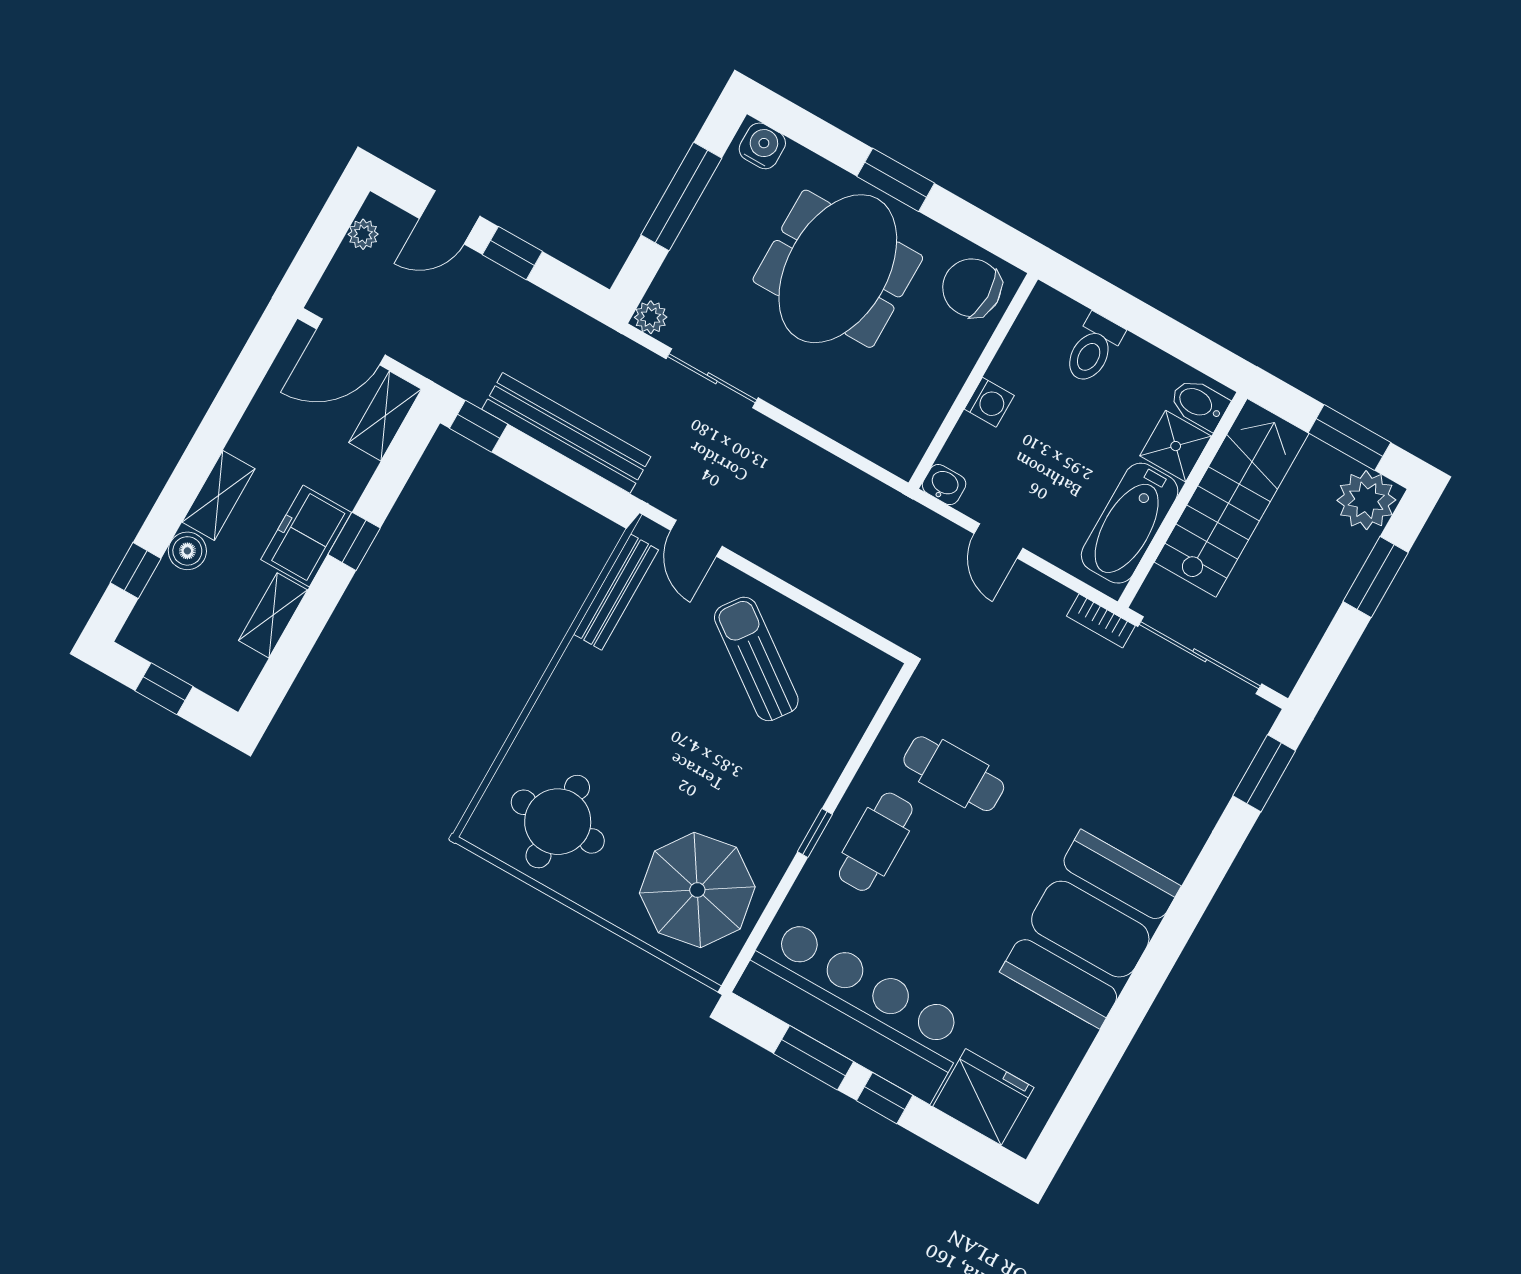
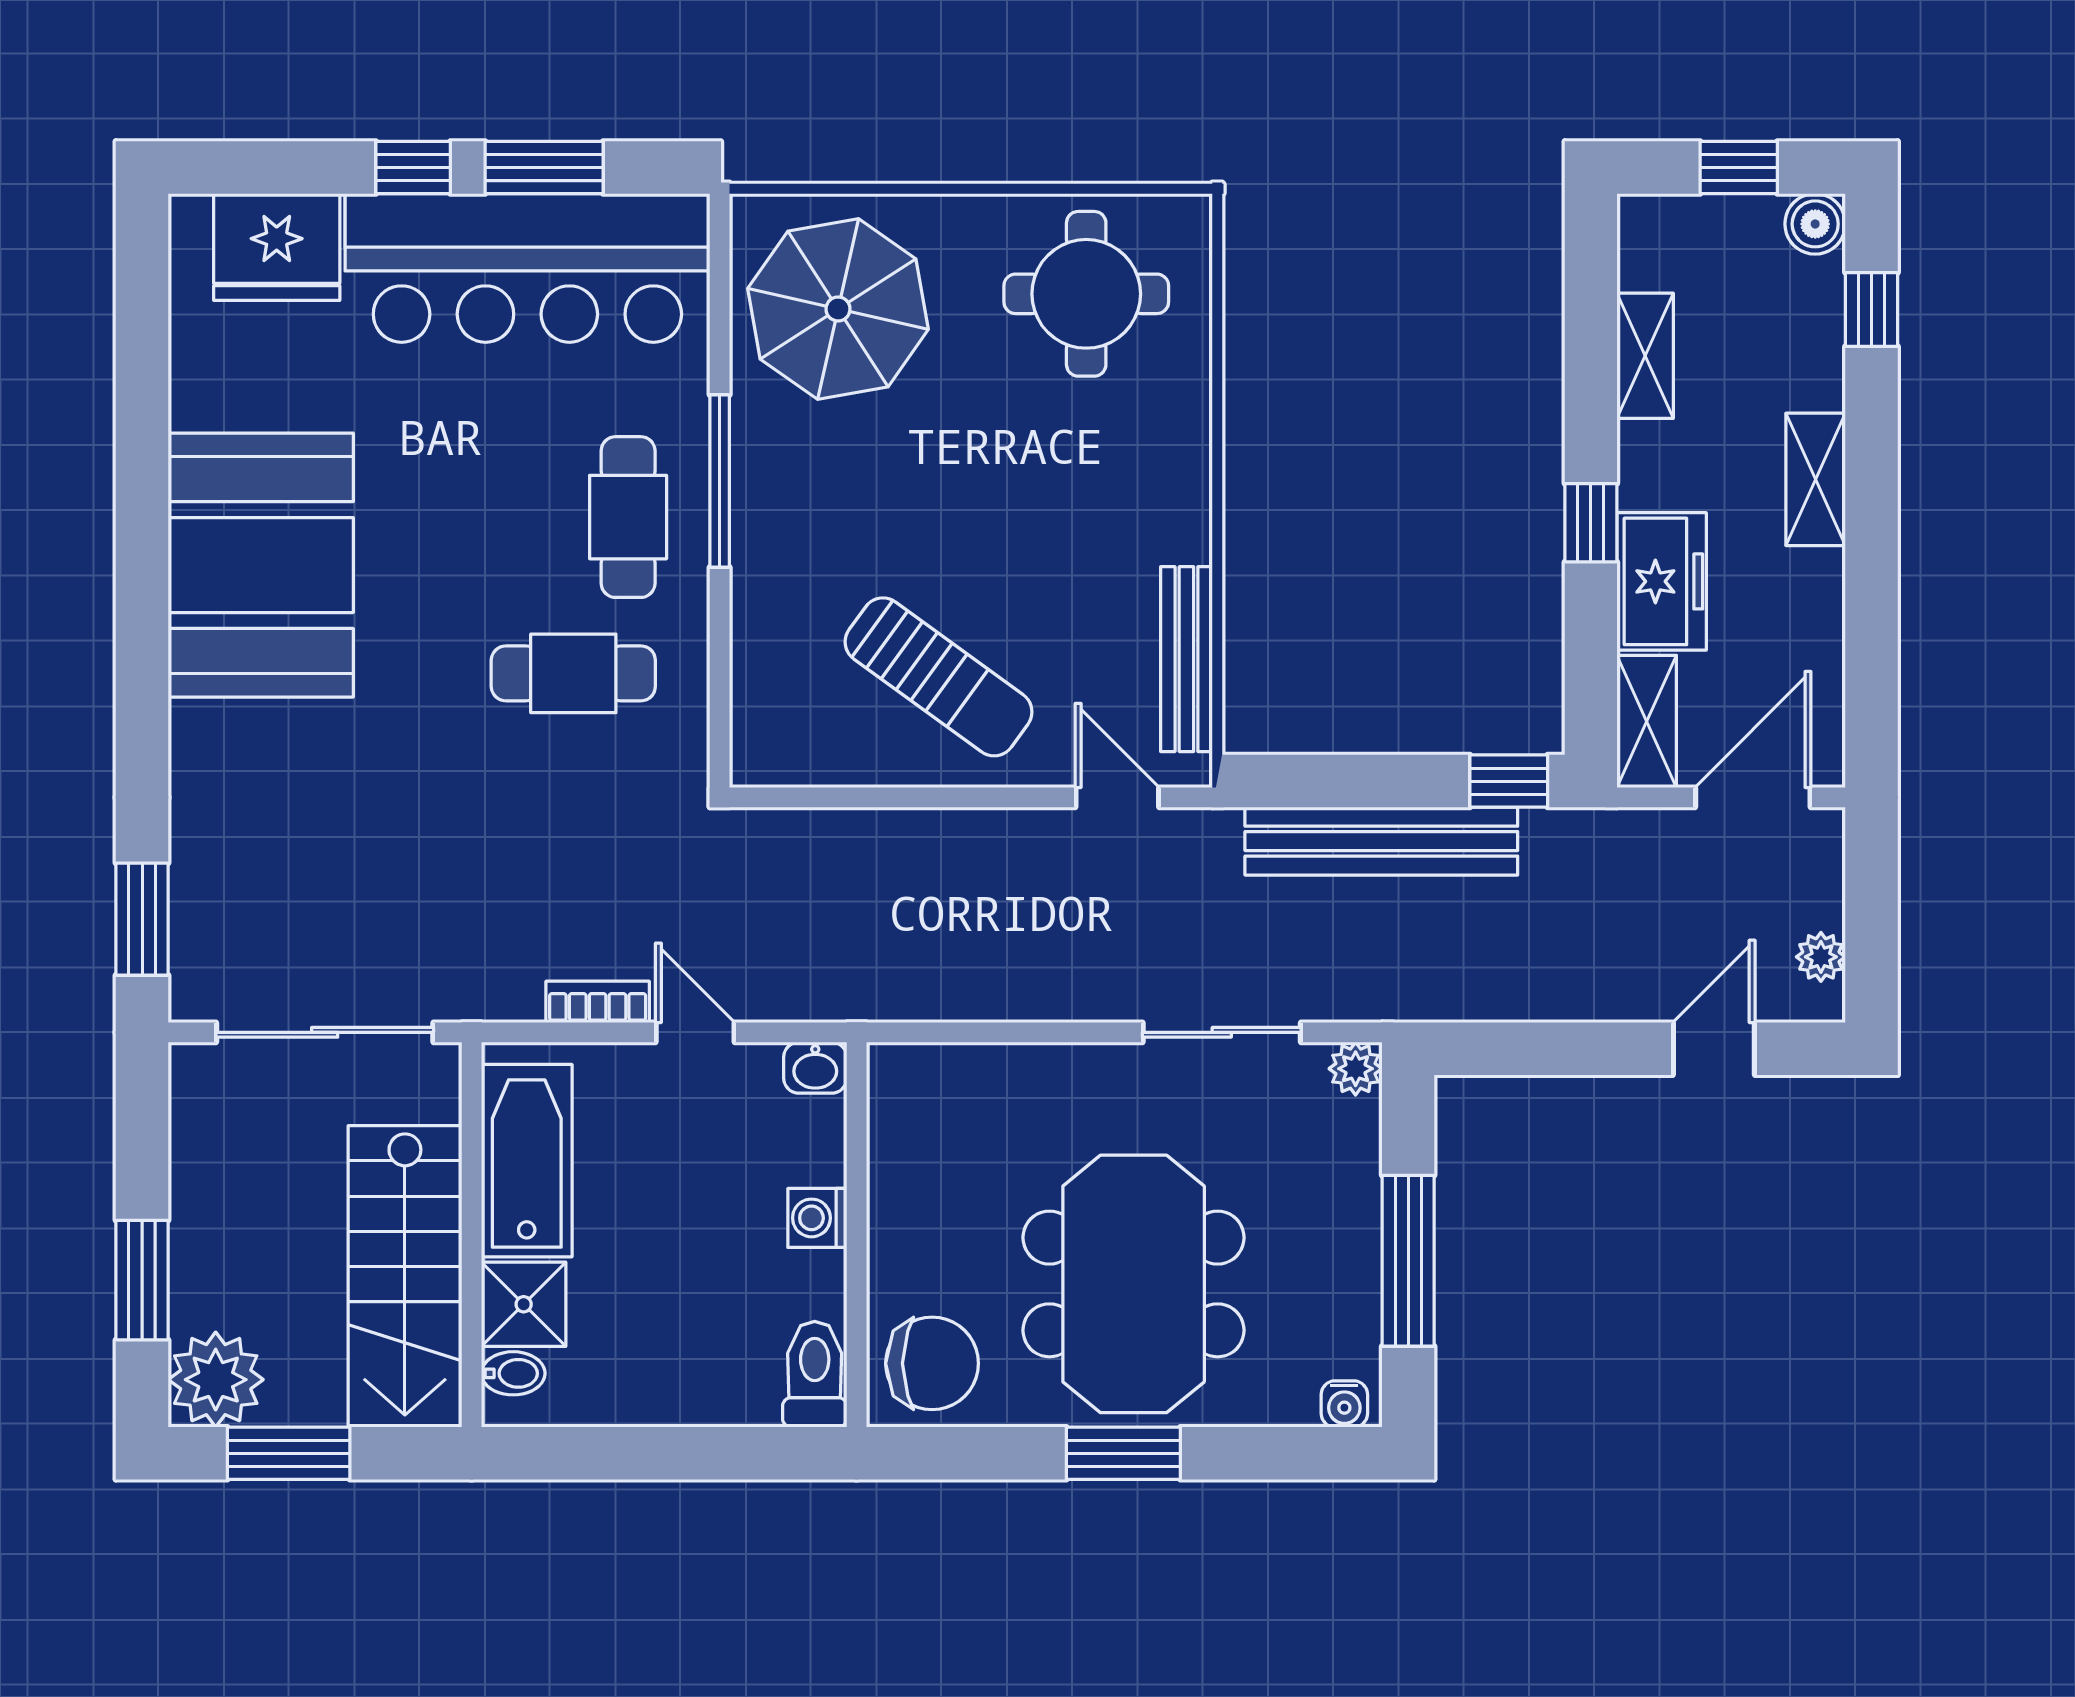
water cooler: (762, 146) -> (1344, 1404), width x0.72, depth x0.72
window: (512, 253) -> (1598, 1049), removed
toilet: (1093, 349) -> (815, 1374), moved
bidet: (1199, 404) -> (513, 1373), width x0.72, depth x0.74
freezer: (306, 536) -> (1662, 581), moved
boiler: (187, 551) -> (1815, 224), moved
bookcase: (1101, 621) -> (598, 1002), moved
window: (815, 833) -> (720, 481), width x2.17

